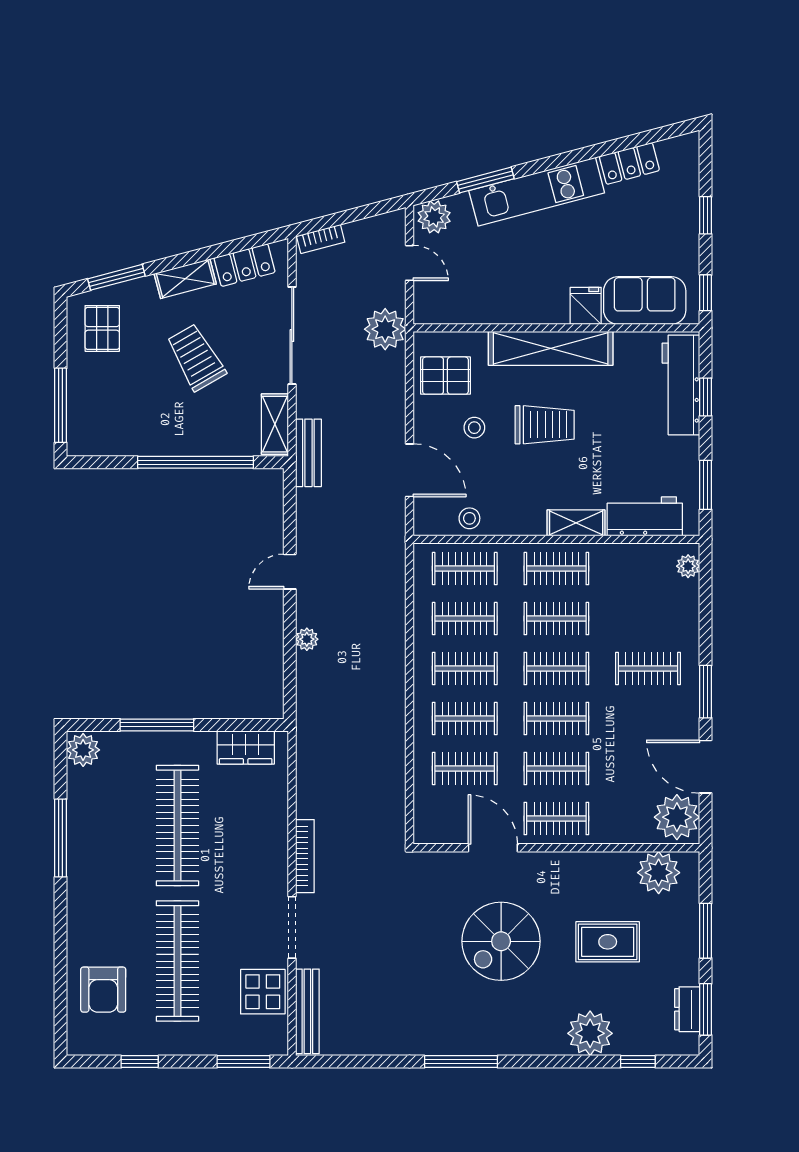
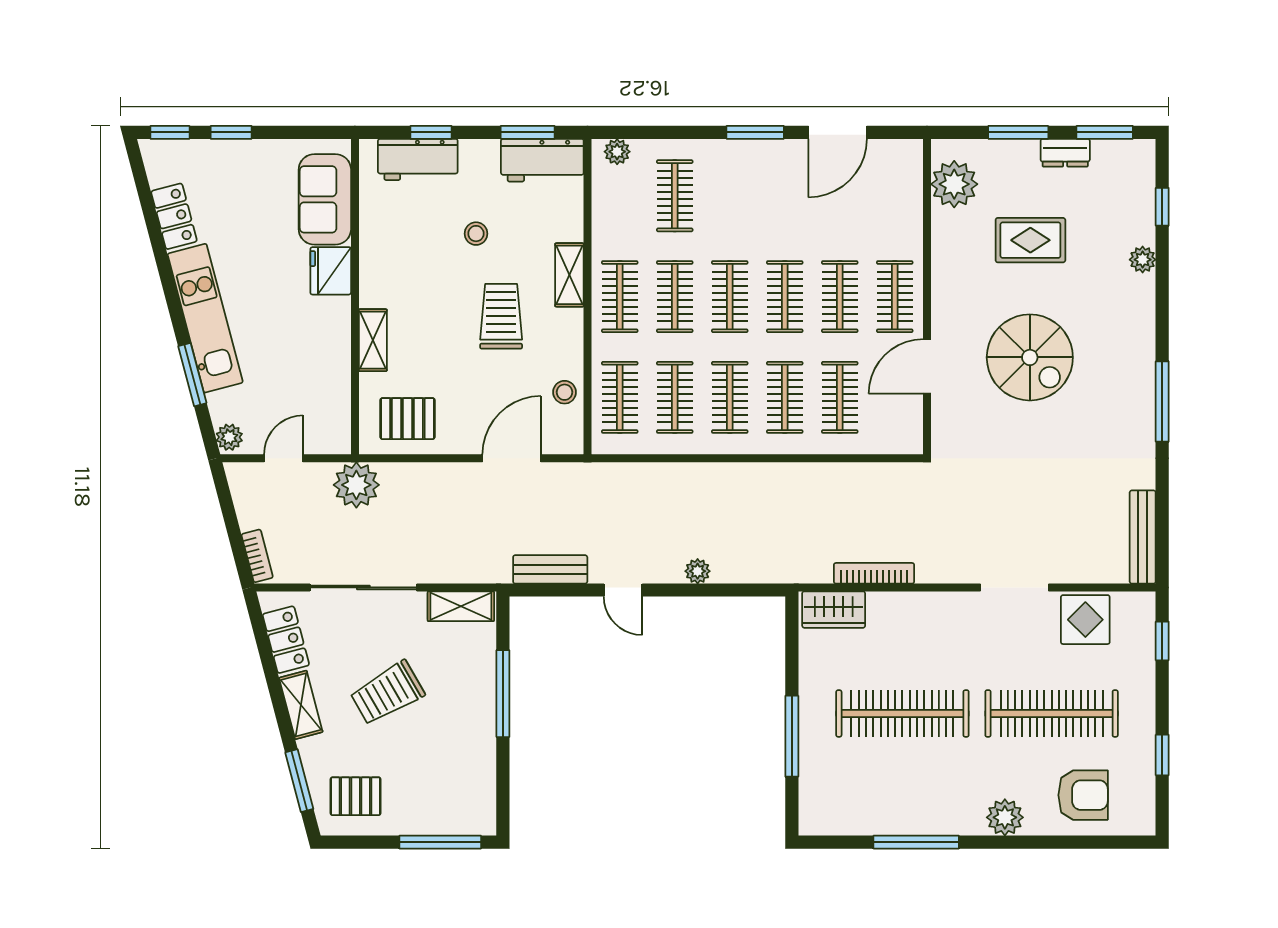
plant: (434, 217) -> (229, 437), width x0.73, depth x0.73
window: (706, 293) -> (170, 132), moved
fridge: (586, 306) -> (331, 271), width x1.38
shelving: (551, 348) -> (373, 340), width x0.45, depth x0.75
pallet: (445, 376) -> (407, 419), turned 90
workbench: (681, 385) -> (418, 159), width x0.73
trolley: (545, 425) -> (501, 316), moved
stool: (474, 428) -> (476, 234), moved
bench: (308, 453) -> (550, 569), moved
window: (196, 462) -> (503, 694), width x0.68
workbench: (645, 516) -> (542, 160), moved, turned -90
clothes rail: (648, 669) -> (675, 196), moved
wardrobe: (246, 747) -> (834, 610), moved, turned 90
plant: (83, 750) -> (1005, 817), moved
plant: (677, 817) -> (893, 164), removed
bookcase: (305, 856) -> (874, 573), moved
rug: (608, 942) -> (1030, 240), turned 90
dresser: (687, 1009) -> (1065, 153), moved
bench: (307, 1011) -> (1143, 537), moved, turned 90
plant: (590, 1033) -> (1143, 260), width x0.53, depth x0.53
window: (243, 1062) -> (1162, 641), width x0.67

